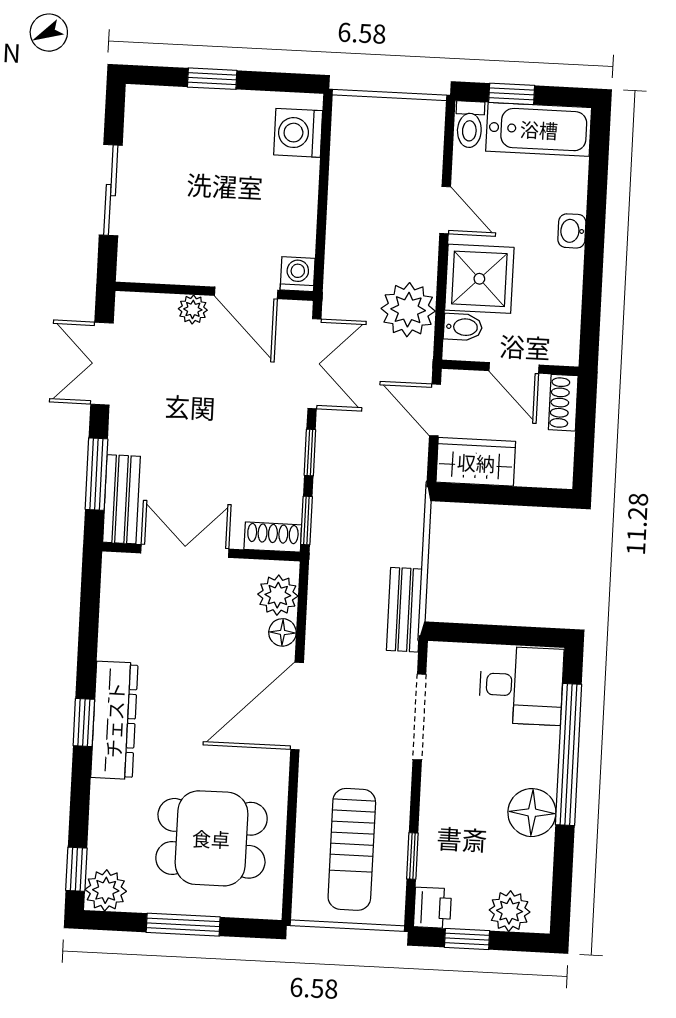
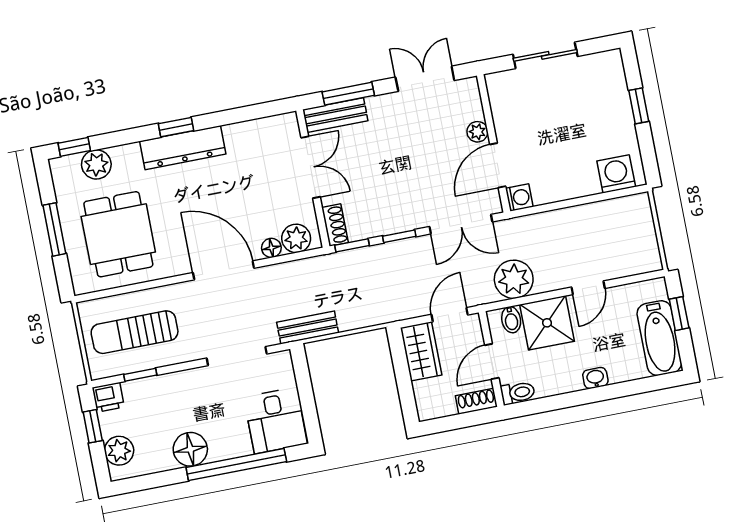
toilet: (470, 124) -> (518, 393), moved, turned 180
plant: (106, 890) -> (96, 164), moved

